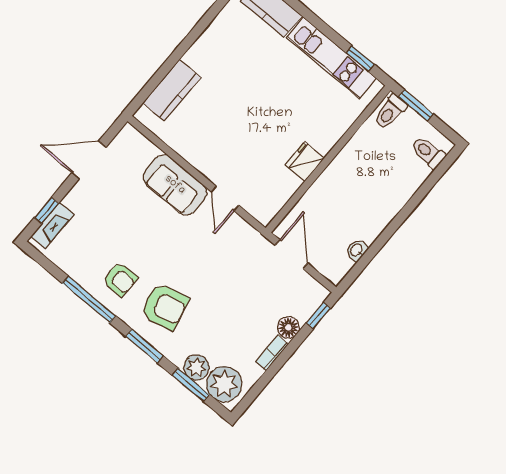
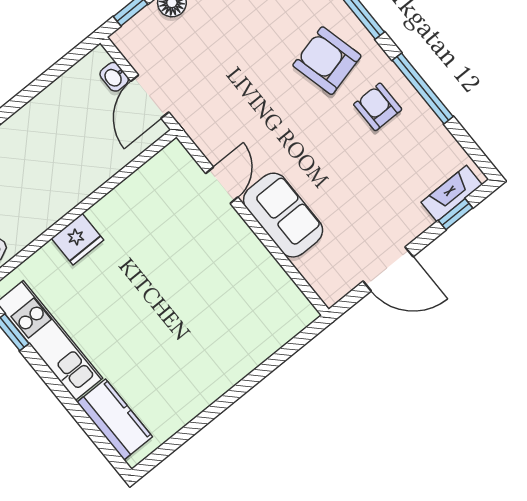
kitchen counter: (172, 90) -> (264, 338), removed
fridge: (305, 161) -> (78, 239), moved
washbasin: (357, 250) -> (114, 77), moved, turned 90

